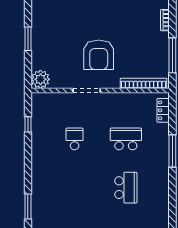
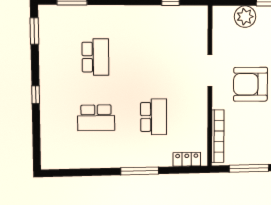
plant: (40, 79) -> (245, 17), moved
school desk: (75, 139) -> (95, 57), moved, width x1.85

